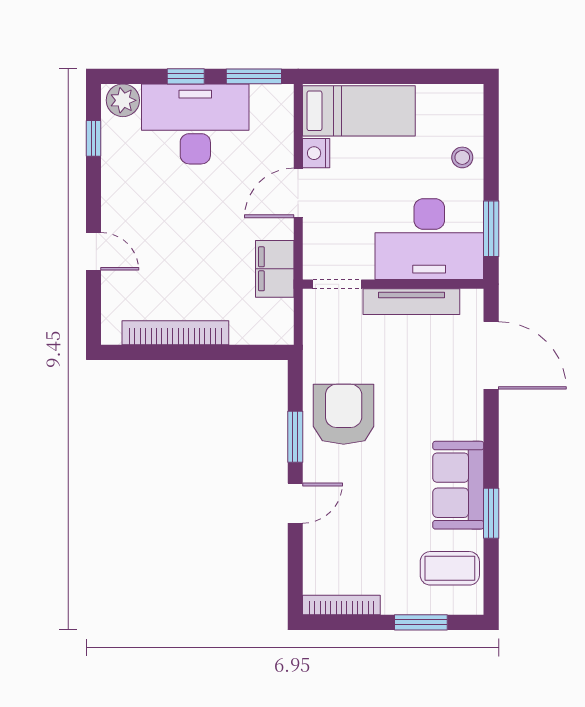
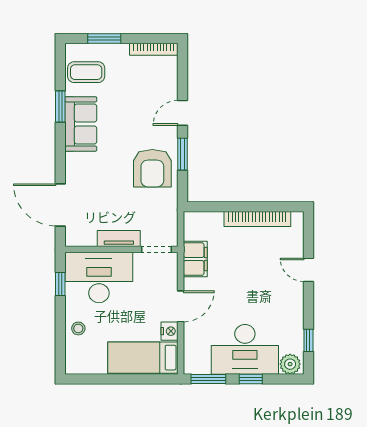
window: (491, 229) -> (60, 284), width x0.67
tv unit: (411, 302) -> (119, 239), width x0.71

